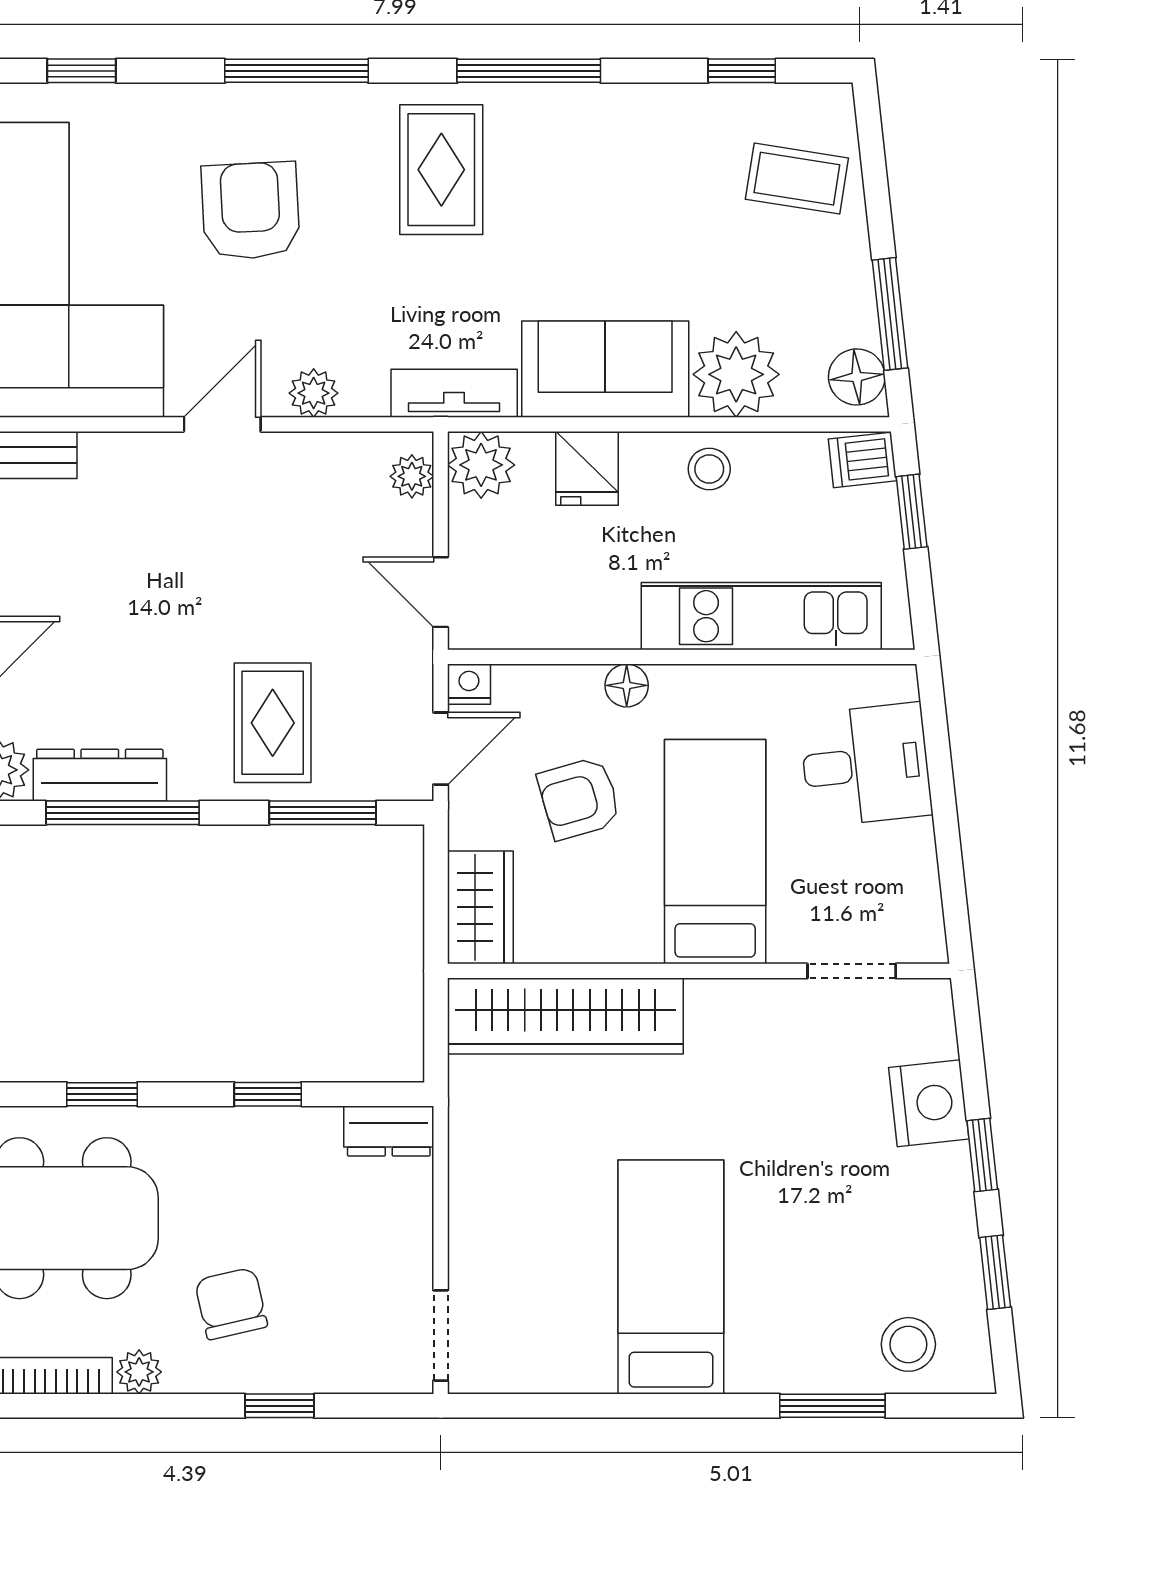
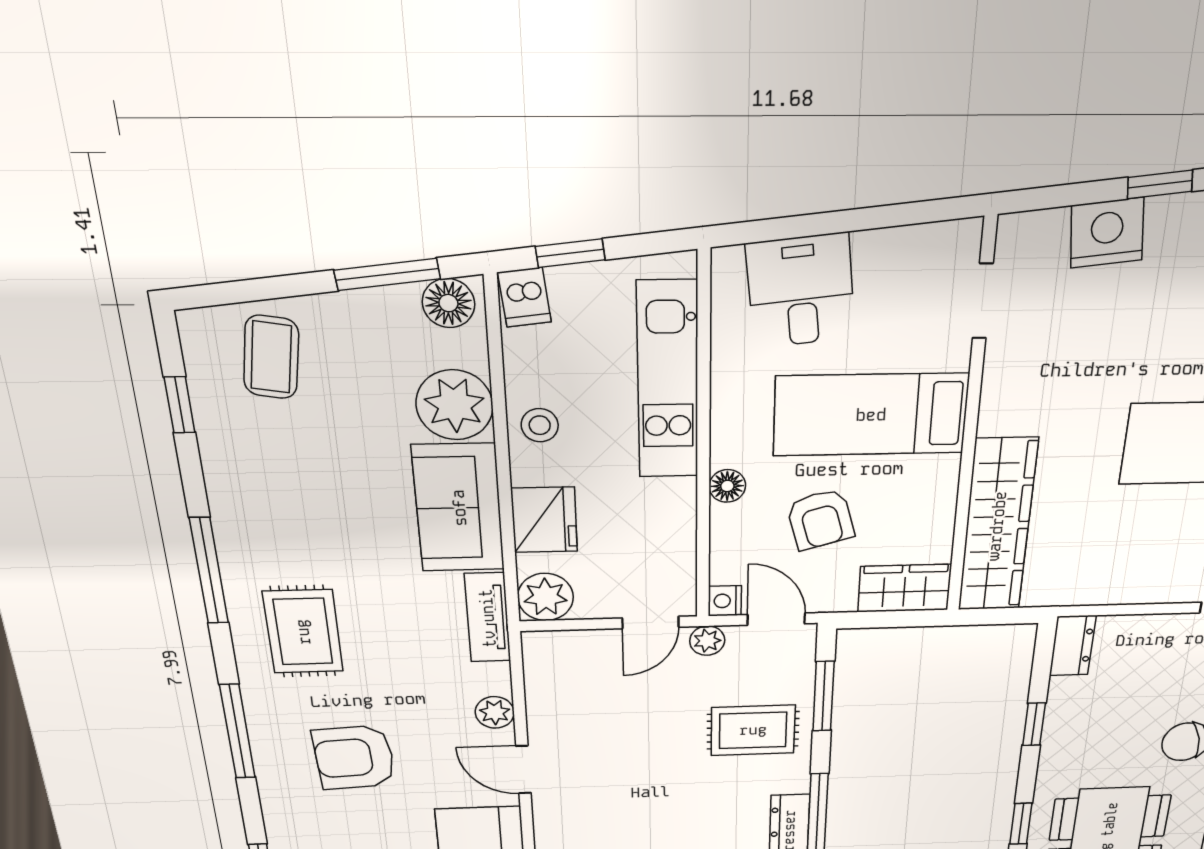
rug: (441, 170) -> (303, 632), turned 90
fridge: (587, 468) -> (544, 520), width x1.38
plant: (412, 476) -> (707, 641), moved

